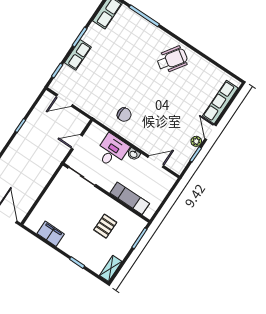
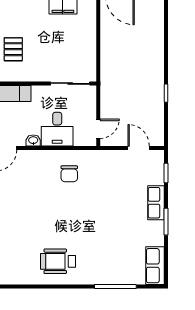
wheelchair: (172, 60) -> (58, 261), turned 56
door: (64, 100) -> (139, 148), hinge flipped
chair: (124, 115) -> (69, 174), turned -90
door: (77, 142) -> (98, 129), moved

